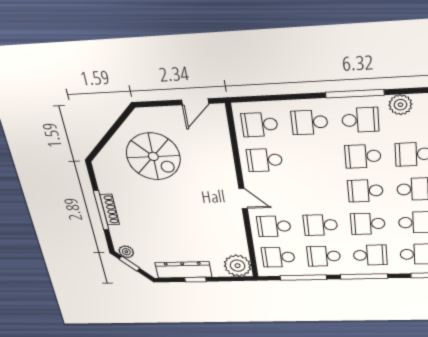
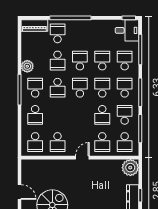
door: (195, 102) -> (20, 192), moved
school desk: (365, 191) -> (80, 88), turned 180
school desk: (368, 224) -> (102, 88), turned 180
school desk: (324, 256) -> (125, 115), turned 180

